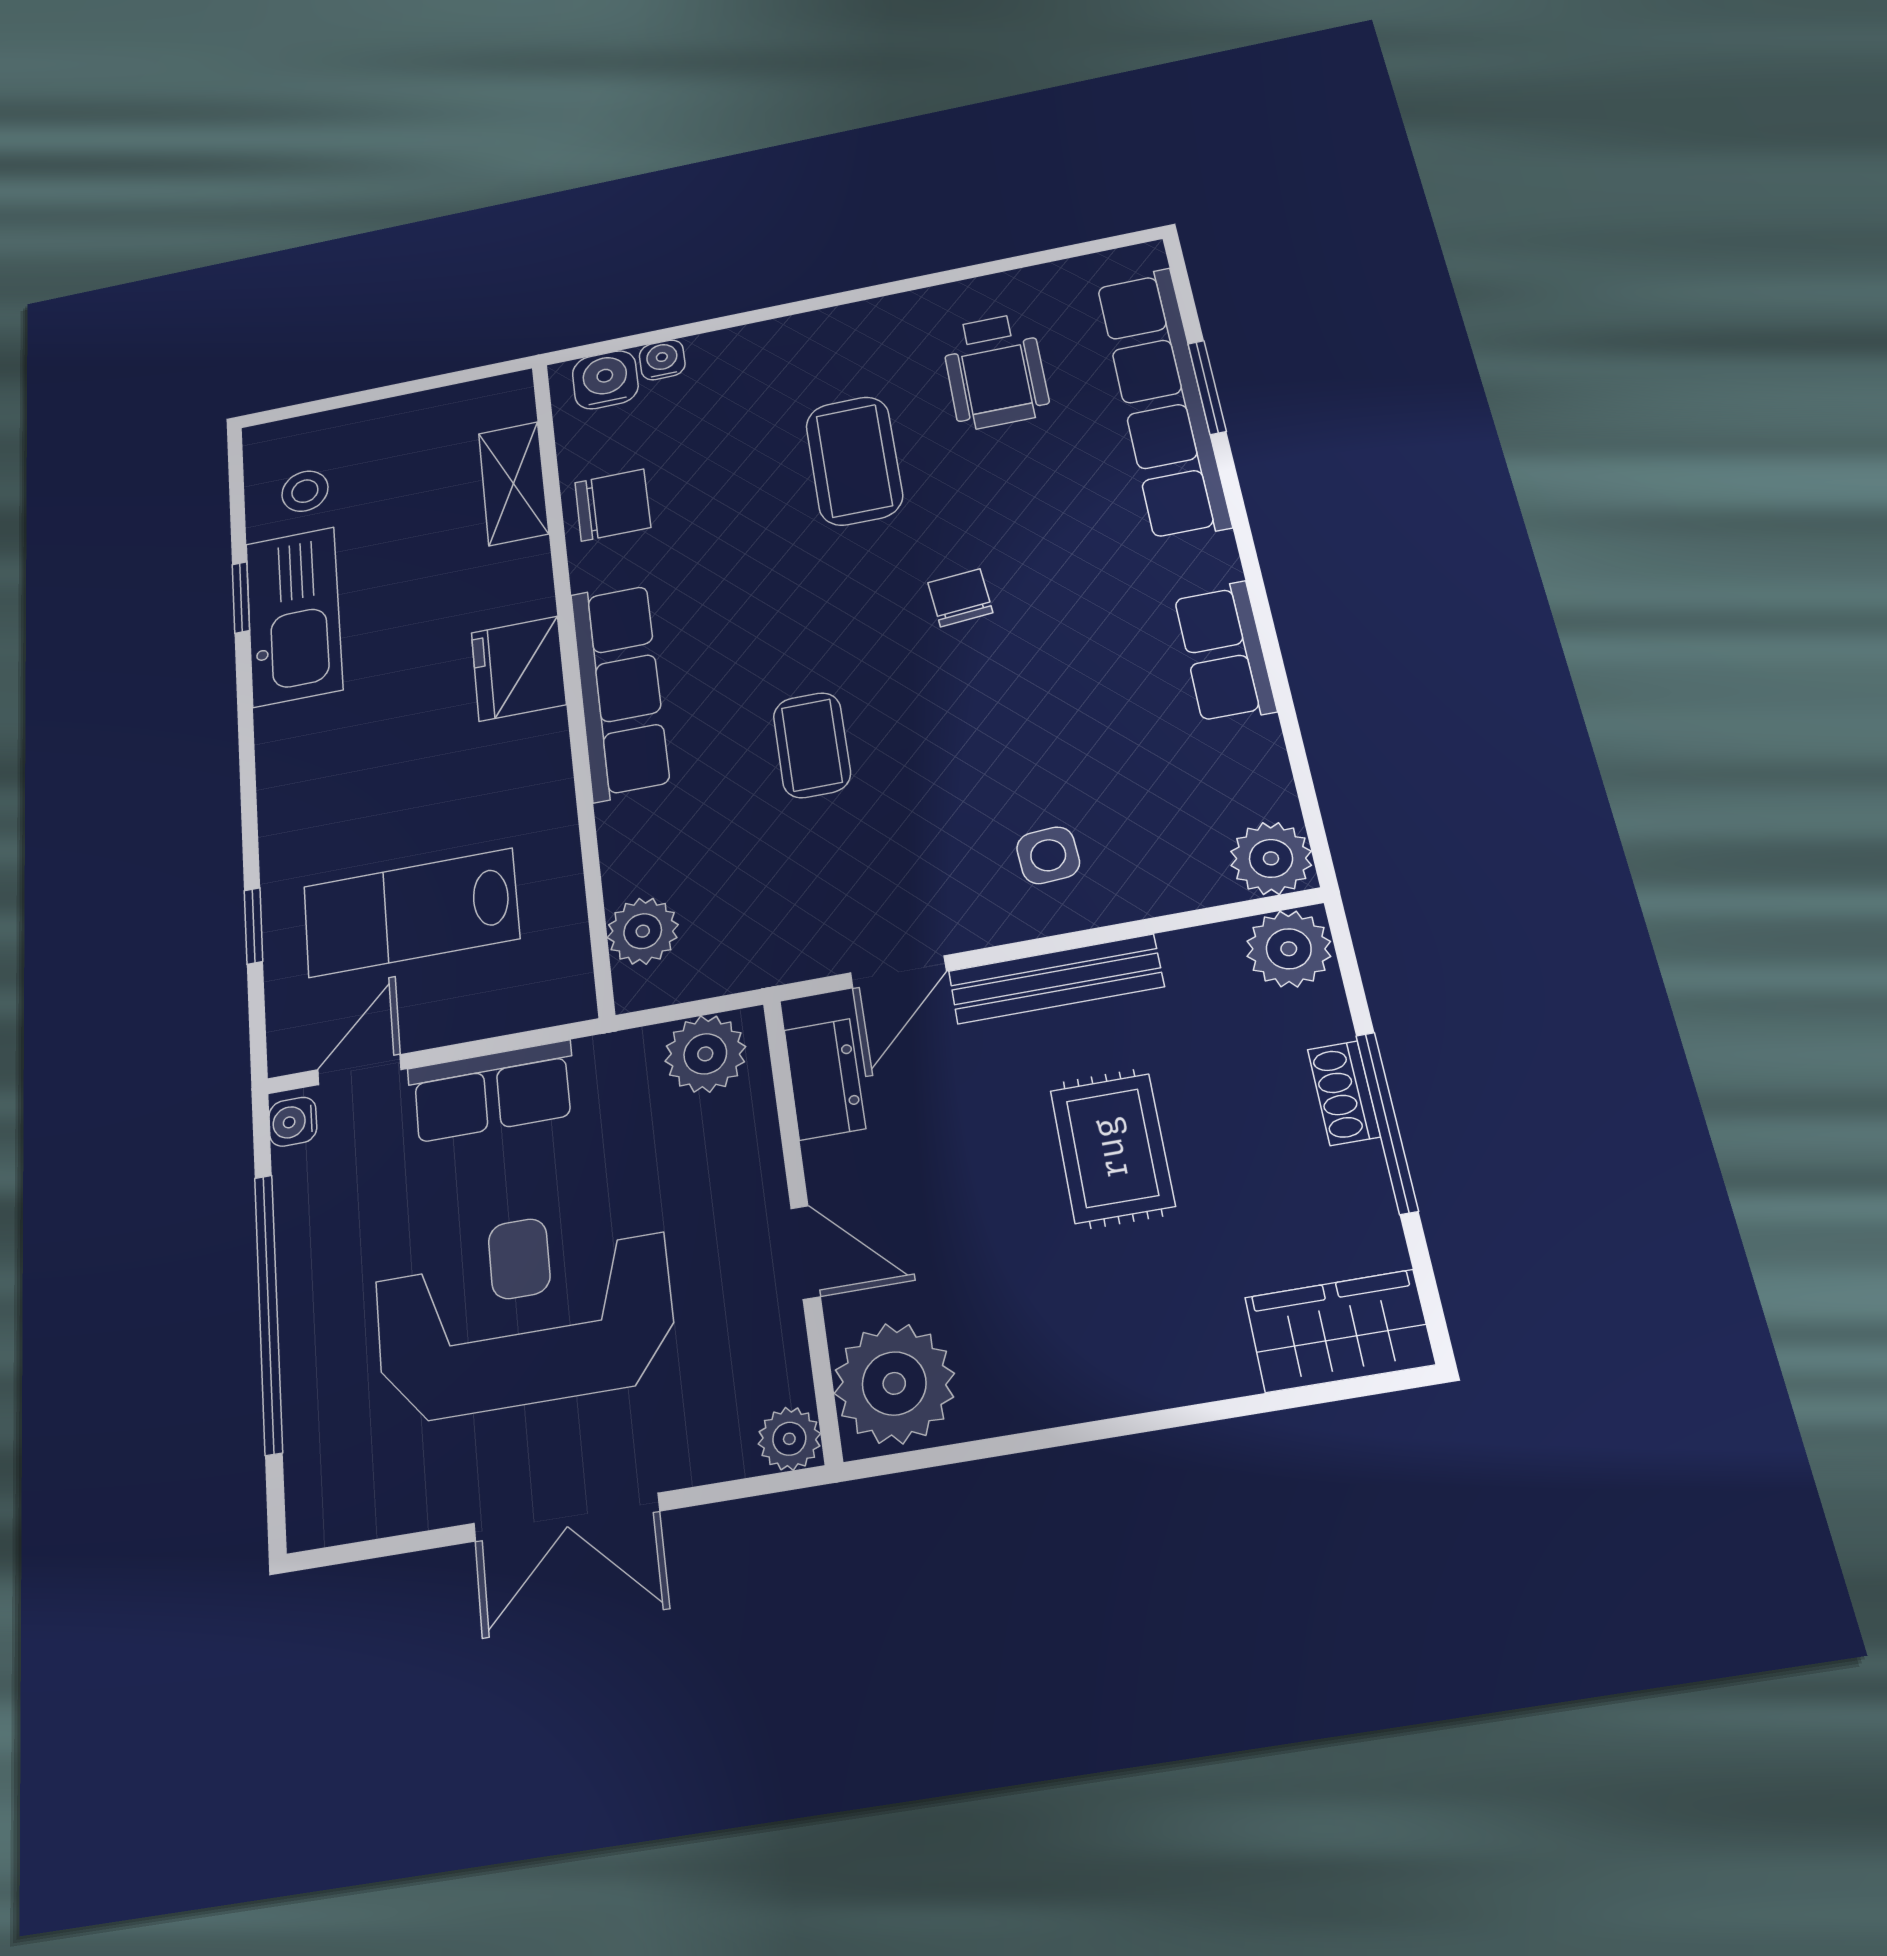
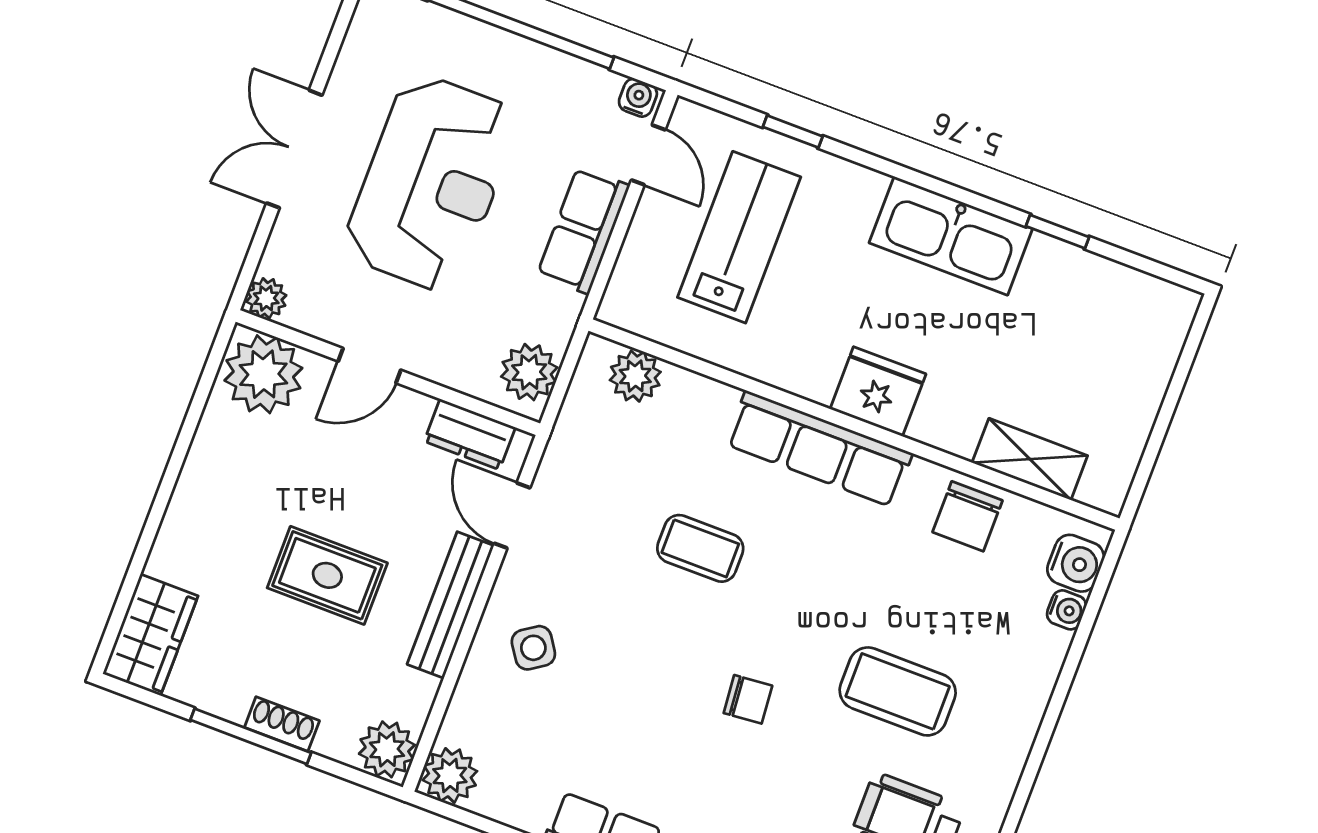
stool: (305, 491) -> (1119, 314), removed
kitchen sink: (294, 616) -> (951, 236), moved
side table: (1048, 855) -> (533, 648), turned -30

